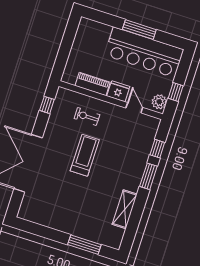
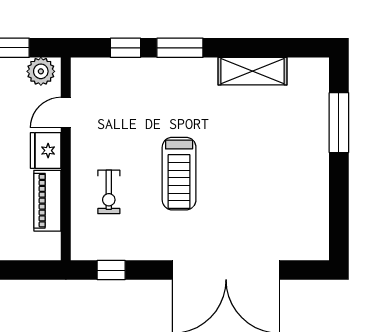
treadmill: (85, 155) -> (179, 174), turned -90

